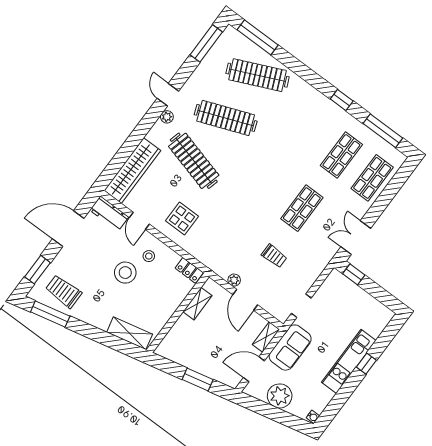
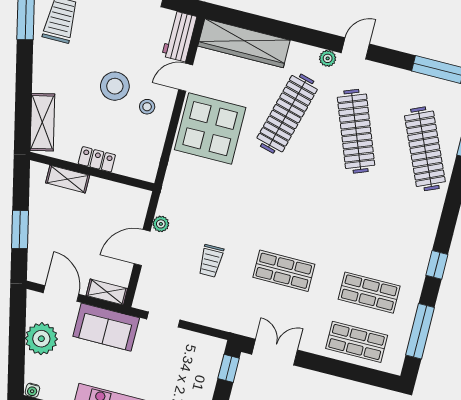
display table: (182, 219) -> (210, 129), width x1.86, depth x1.86
locker: (189, 270) -> (97, 159), moved, turned 90
shelving: (197, 304) -> (68, 179), moved

